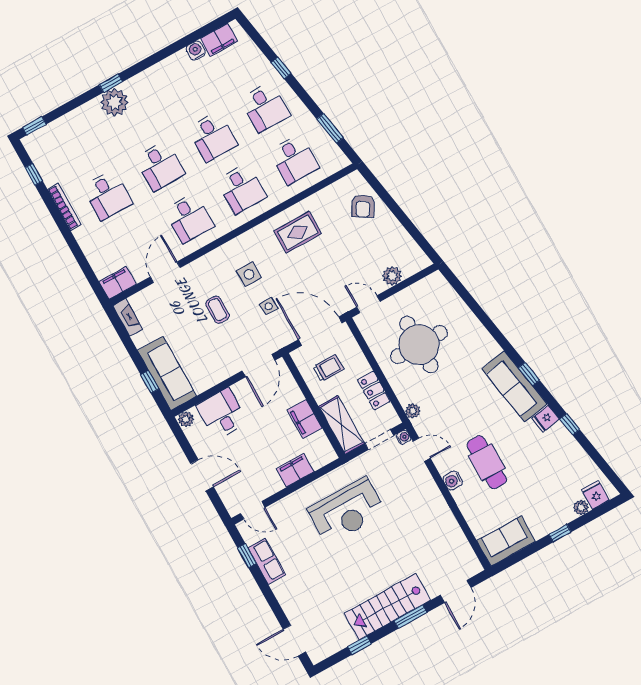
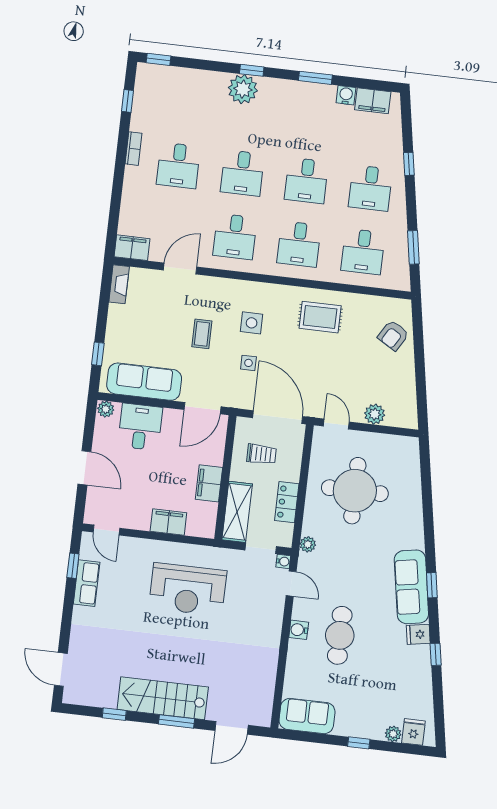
window: (163, 54) -> (315, 78), added
bookcase: (64, 207) -> (133, 149), width x0.64
sofa: (167, 373) -> (144, 382), moved, turned -90

